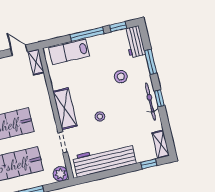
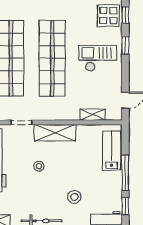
shelving: (36, 62) -> (93, 115), moved

